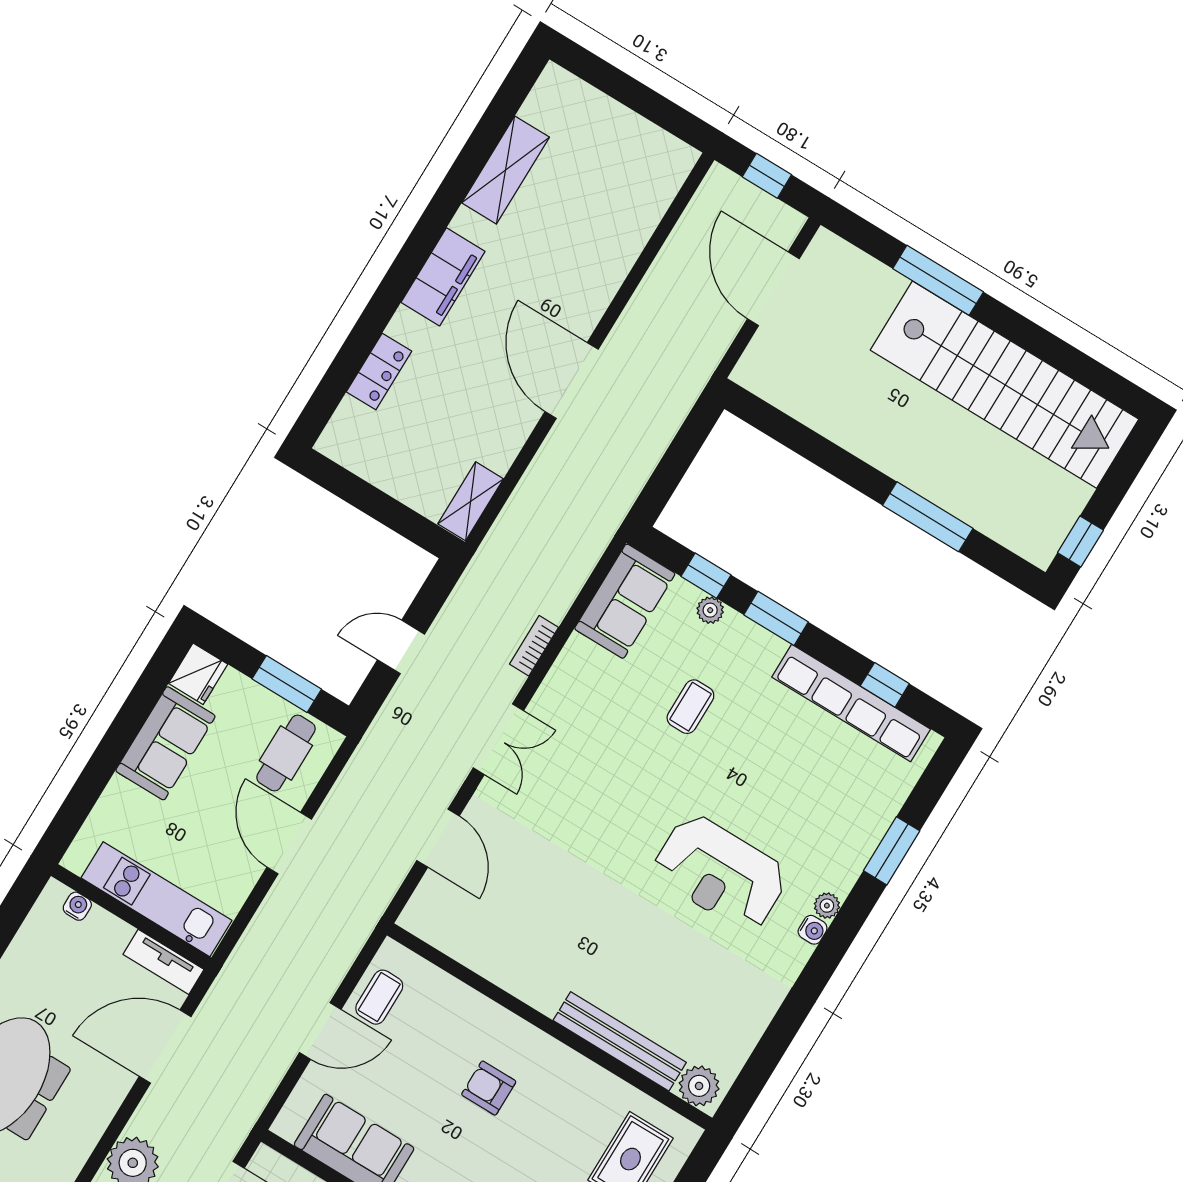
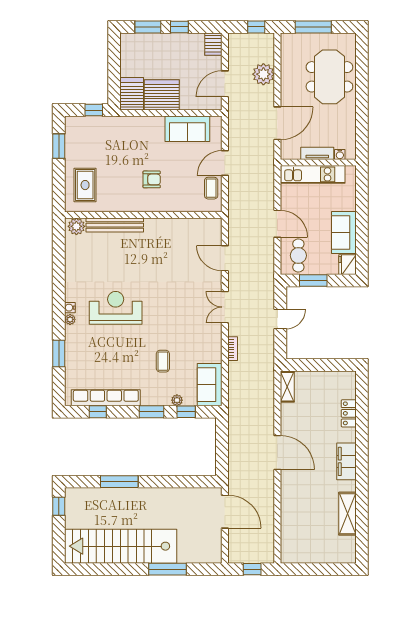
door: (773, 289) -> (225, 512), moved
tv unit: (163, 962) -> (317, 153), moved

